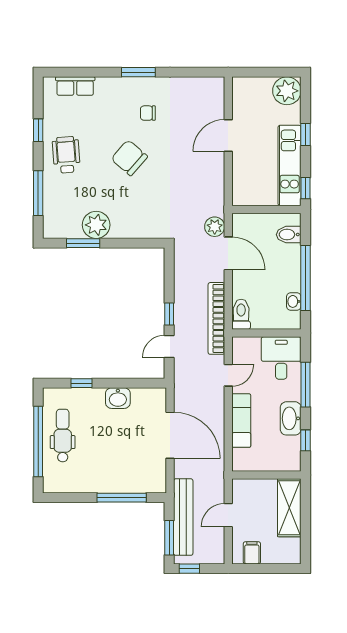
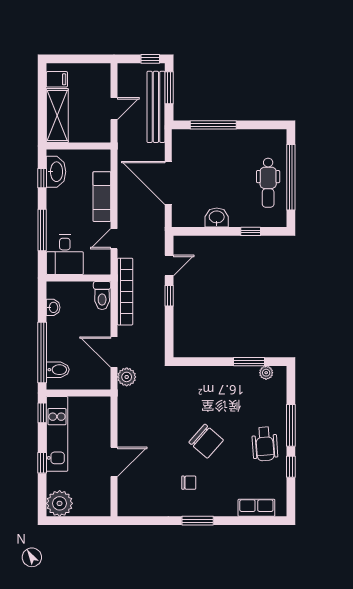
window: (38, 193) -> (291, 425), moved
plant: (96, 225) -> (266, 373), moved, width x0.53, depth x0.53
window: (305, 278) -> (42, 352), moved
washbasin: (291, 418) -> (56, 172), moved
filing cabinet: (252, 553) -> (57, 79), moved, turned -90

